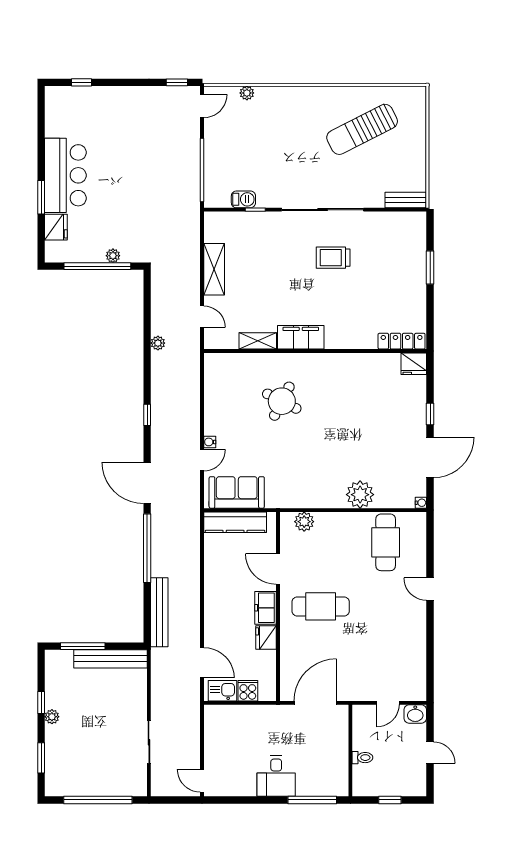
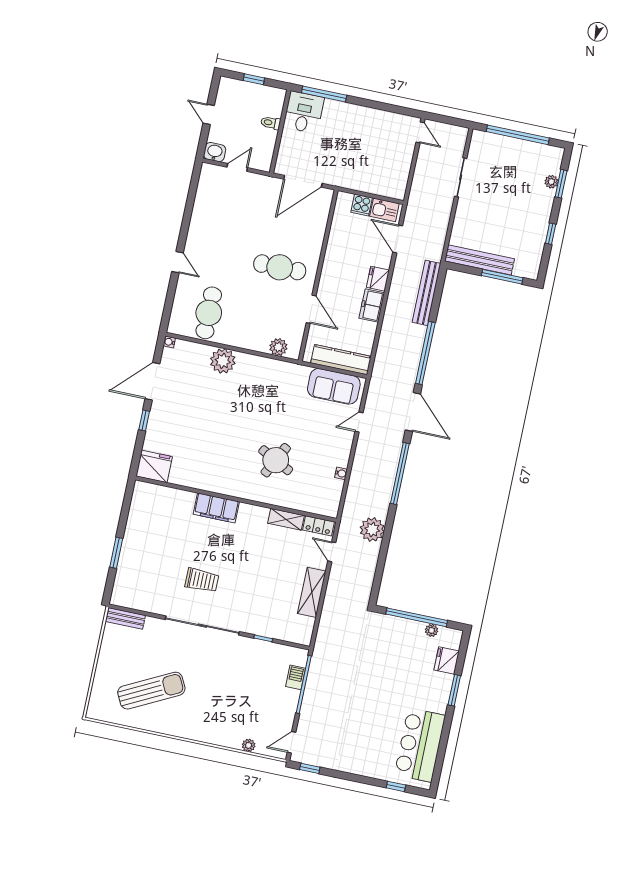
bar counter: (65, 175) -> (420, 745), moved
barbecue: (243, 199) -> (296, 677), moved, turned 90
plant: (113, 256) -> (432, 630), moved
filing cabinet: (301, 337) -> (216, 508), moved
locker: (402, 341) -> (318, 526), moved, width x0.66
plant: (158, 343) -> (372, 530), width x1.87, depth x1.87
fridge: (414, 364) -> (154, 466), width x1.36, depth x1.34
window: (147, 415) -> (400, 473), width x3.17
water cooler: (210, 442) -> (341, 473), moved
freezer: (266, 608) -> (372, 305), moved, turned 180
fridge: (266, 638) -> (378, 279), moved, turned 180
plant: (52, 717) -> (551, 182), moved
desk: (276, 776) -> (304, 112), moved

